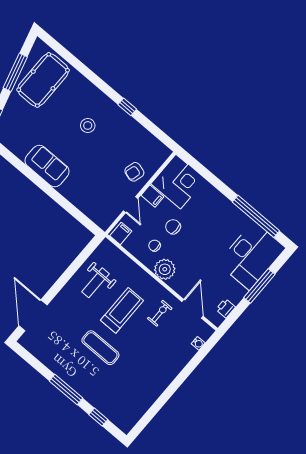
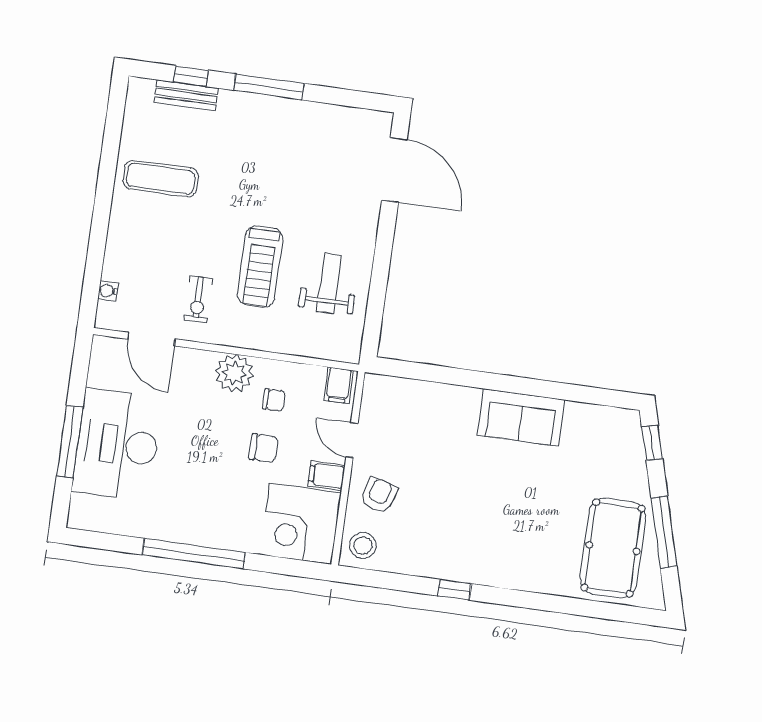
stool: (88, 125) -> (363, 545), moved
window: (256, 216) -> (194, 554), moved
desk: (252, 256) -> (117, 445), moved
printer: (226, 308) -> (100, 373), removed
exercise mat: (100, 348) -> (161, 179), moved
bench: (106, 410) -> (186, 95), added

